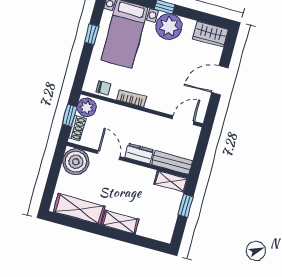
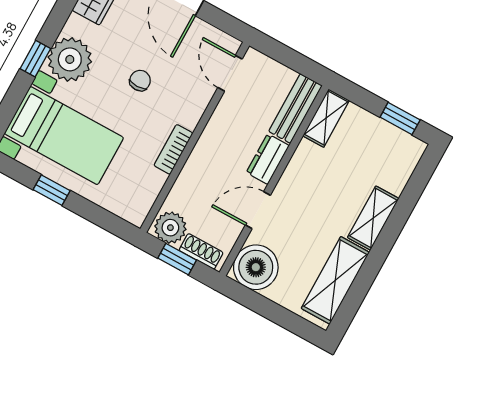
chair: (103, 88) -> (140, 81), moved
window: (186, 206) -> (400, 118), moved

